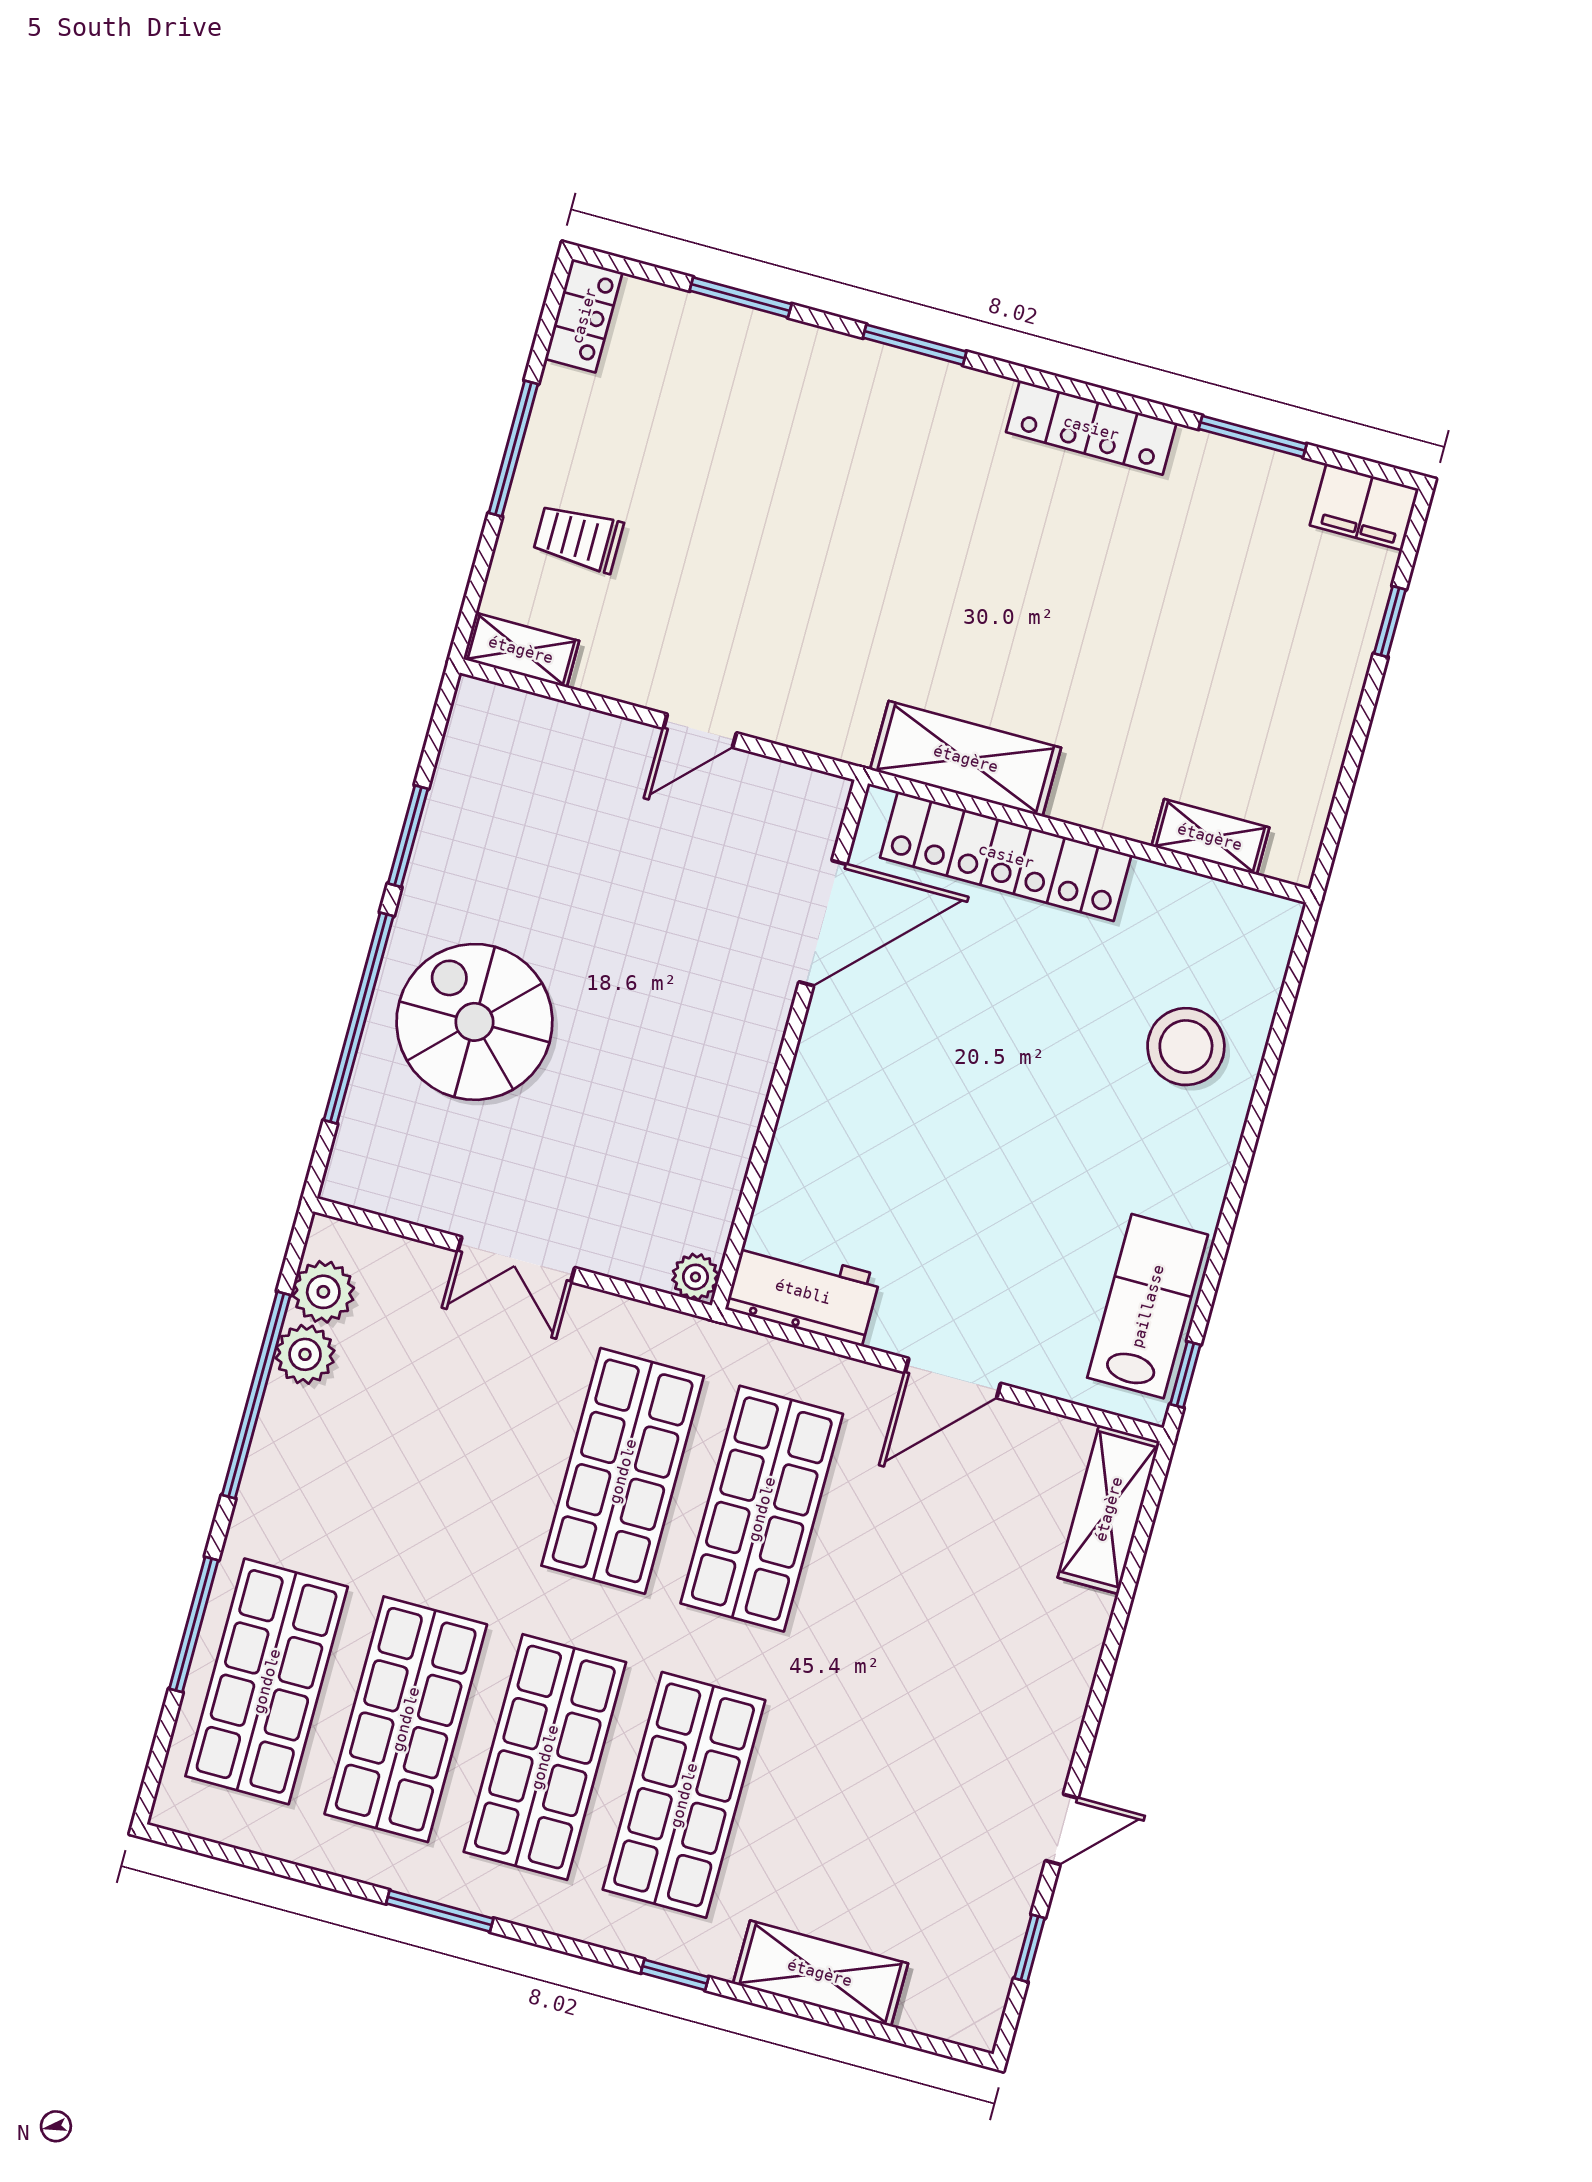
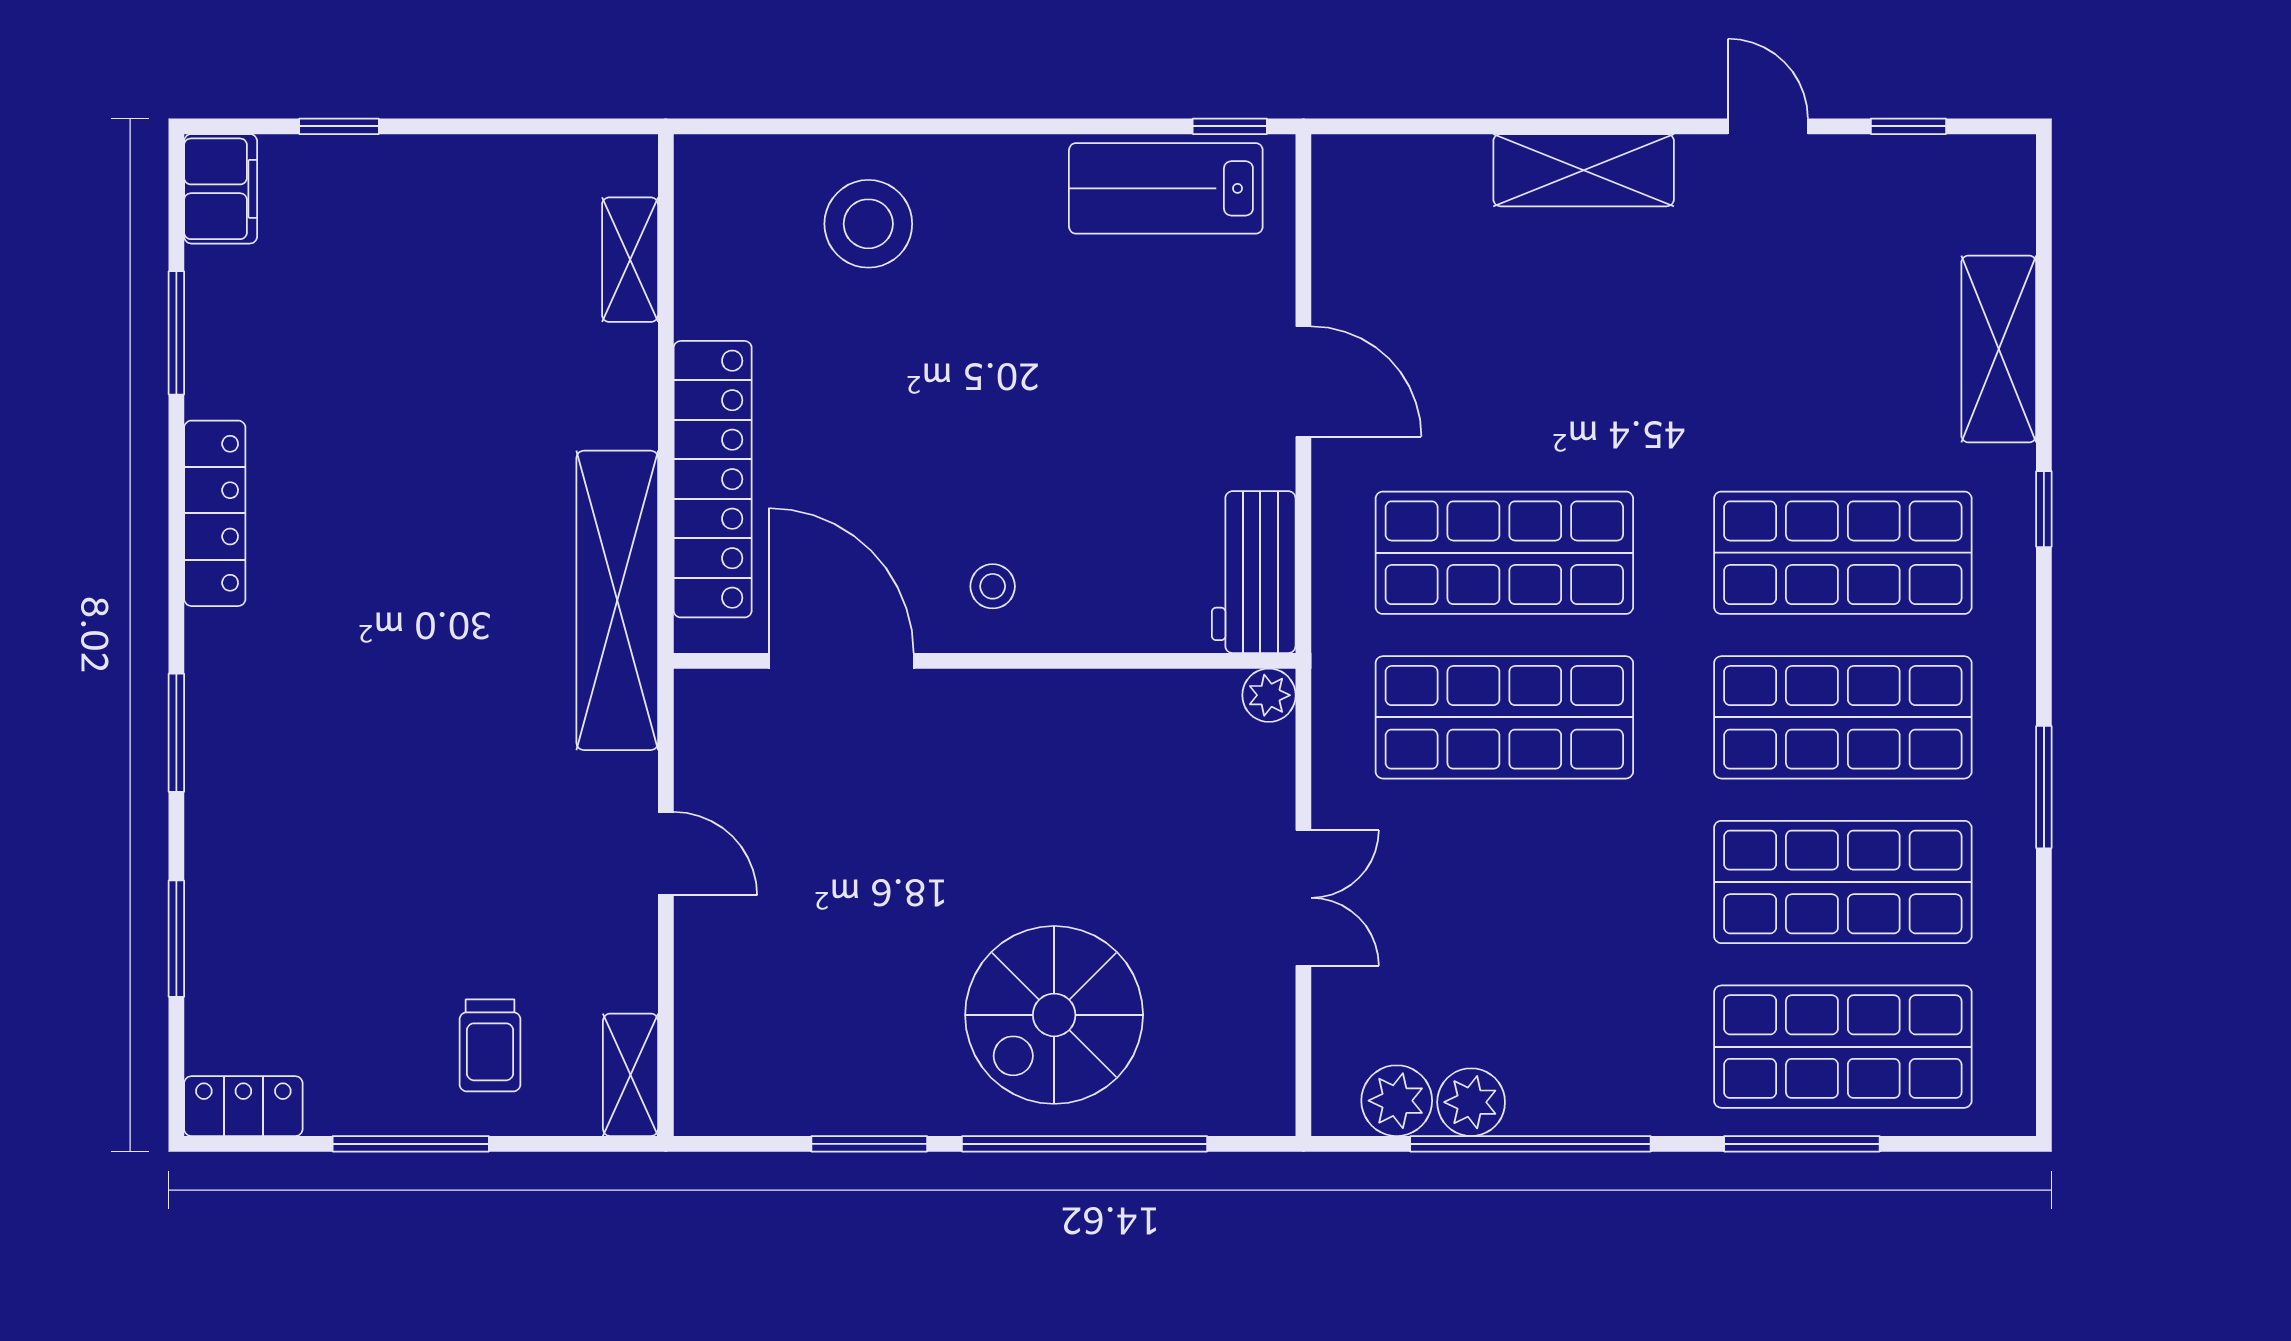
shelving: (966, 759) -> (617, 600), width x1.47
stool: (851, 1068) -> (993, 586), added
shelving: (1109, 1509) -> (1584, 170), moved

